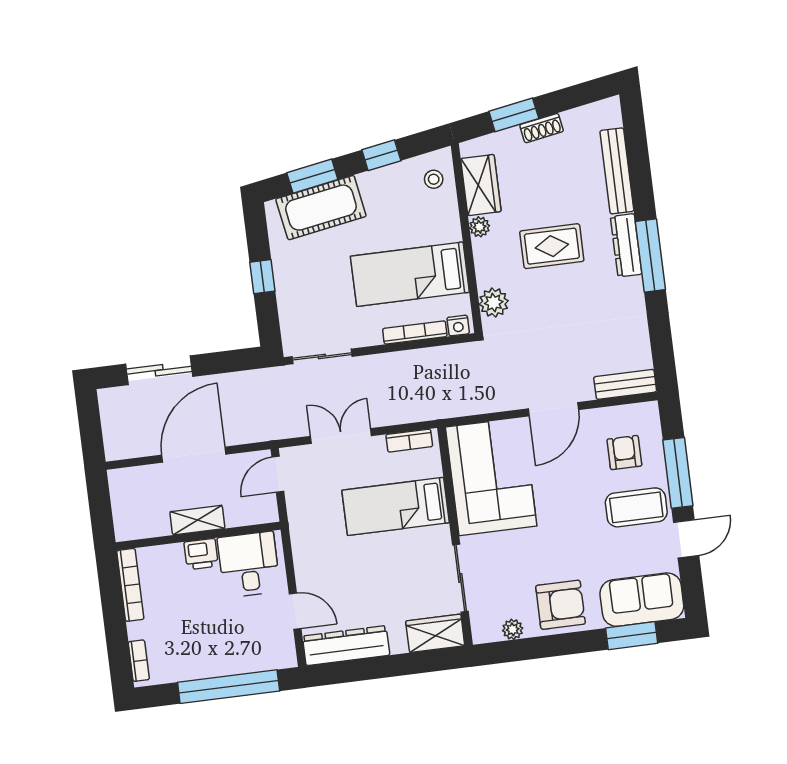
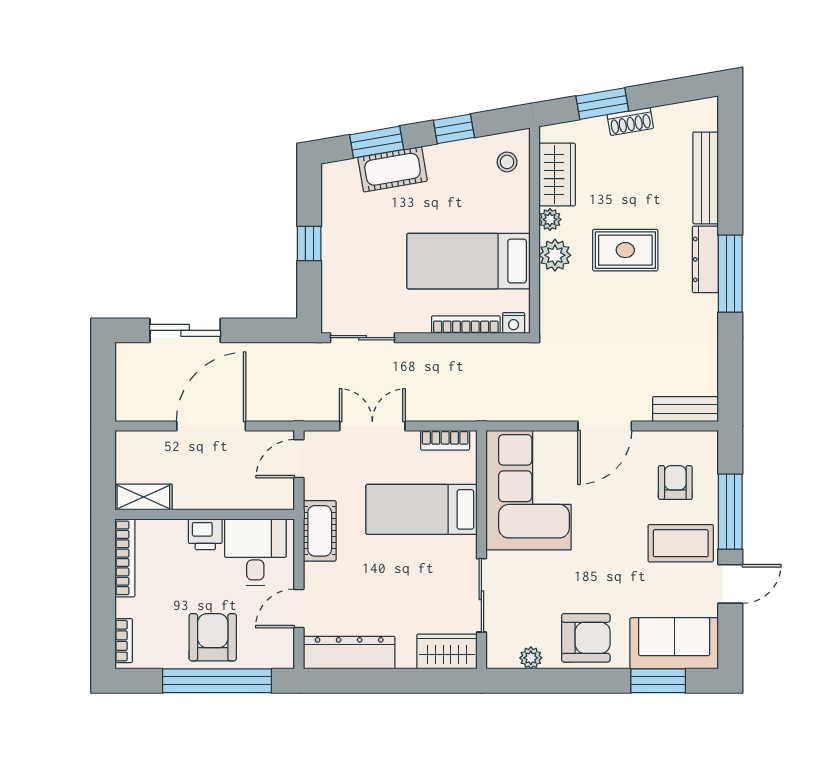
cot: (321, 208) -> (393, 169), width x0.73, depth x0.75
plant: (494, 303) -> (555, 255), moved
shelving: (197, 520) -> (143, 497), moved
cot: (305, 538) -> (320, 531), added
door: (295, 611) -> (299, 608), swing flipped
armchair: (220, 647) -> (213, 637), added

